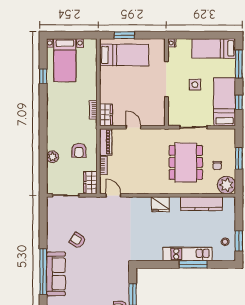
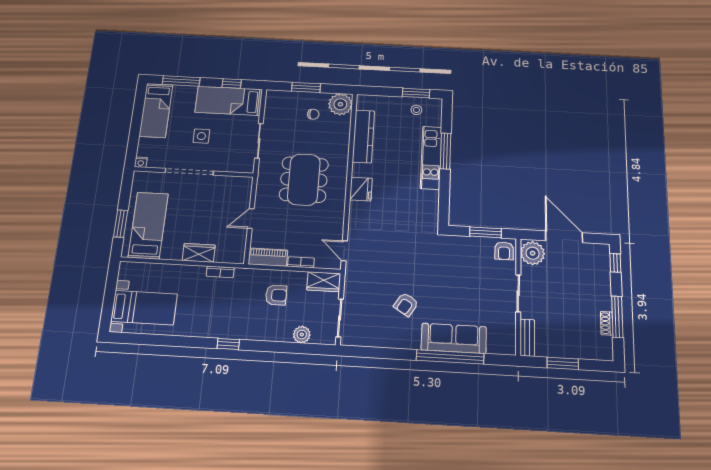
window: (43, 76) -> (228, 344), moved
wardrobe: (106, 115) -> (199, 253), moved
plant: (53, 157) -> (302, 335), moved
dining table: (186, 162) -> (304, 180), moved, turned 90
door: (113, 195) -> (344, 251), hinge flipped

